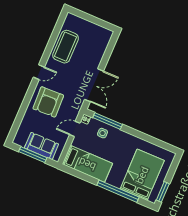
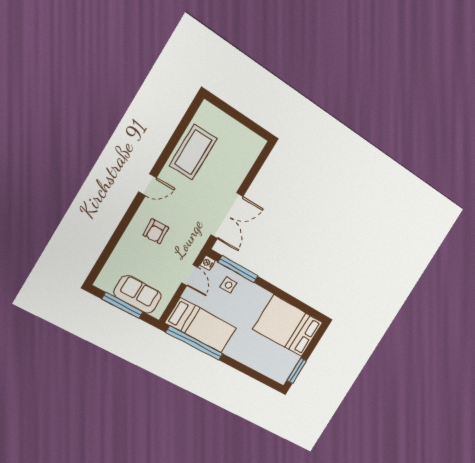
armchair: (48, 102) -> (156, 231), width x0.53, depth x0.53
door: (75, 129) -> (190, 275), swing flipped
bed: (142, 175) -> (288, 326), moved, turned -90
window: (118, 191) -> (195, 343), moved

